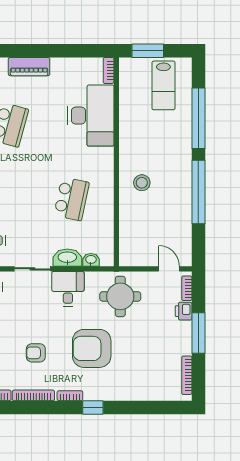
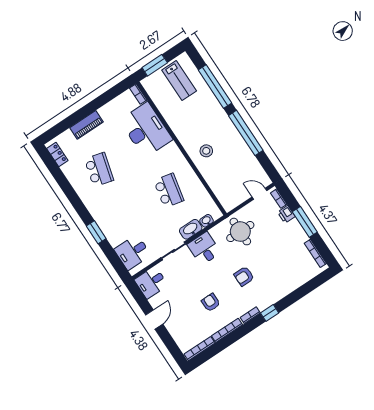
armchair: (92, 348) -> (244, 276), width x0.53, depth x0.53
armchair: (36, 353) -> (211, 302), turned 90

